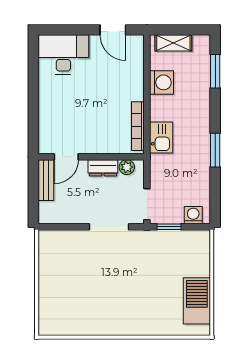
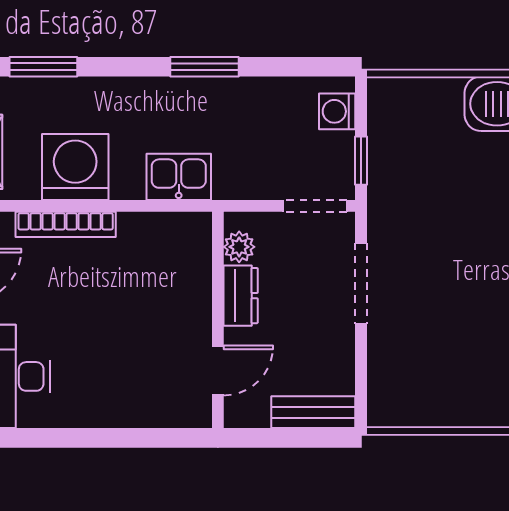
washing machine: (162, 82) -> (75, 167), width x1.37, depth x1.37
bookcase: (138, 126) -> (66, 224), moved
door: (66, 157) -> (218, 370), hinge flipped
bench: (46, 180) -> (313, 412), moved

